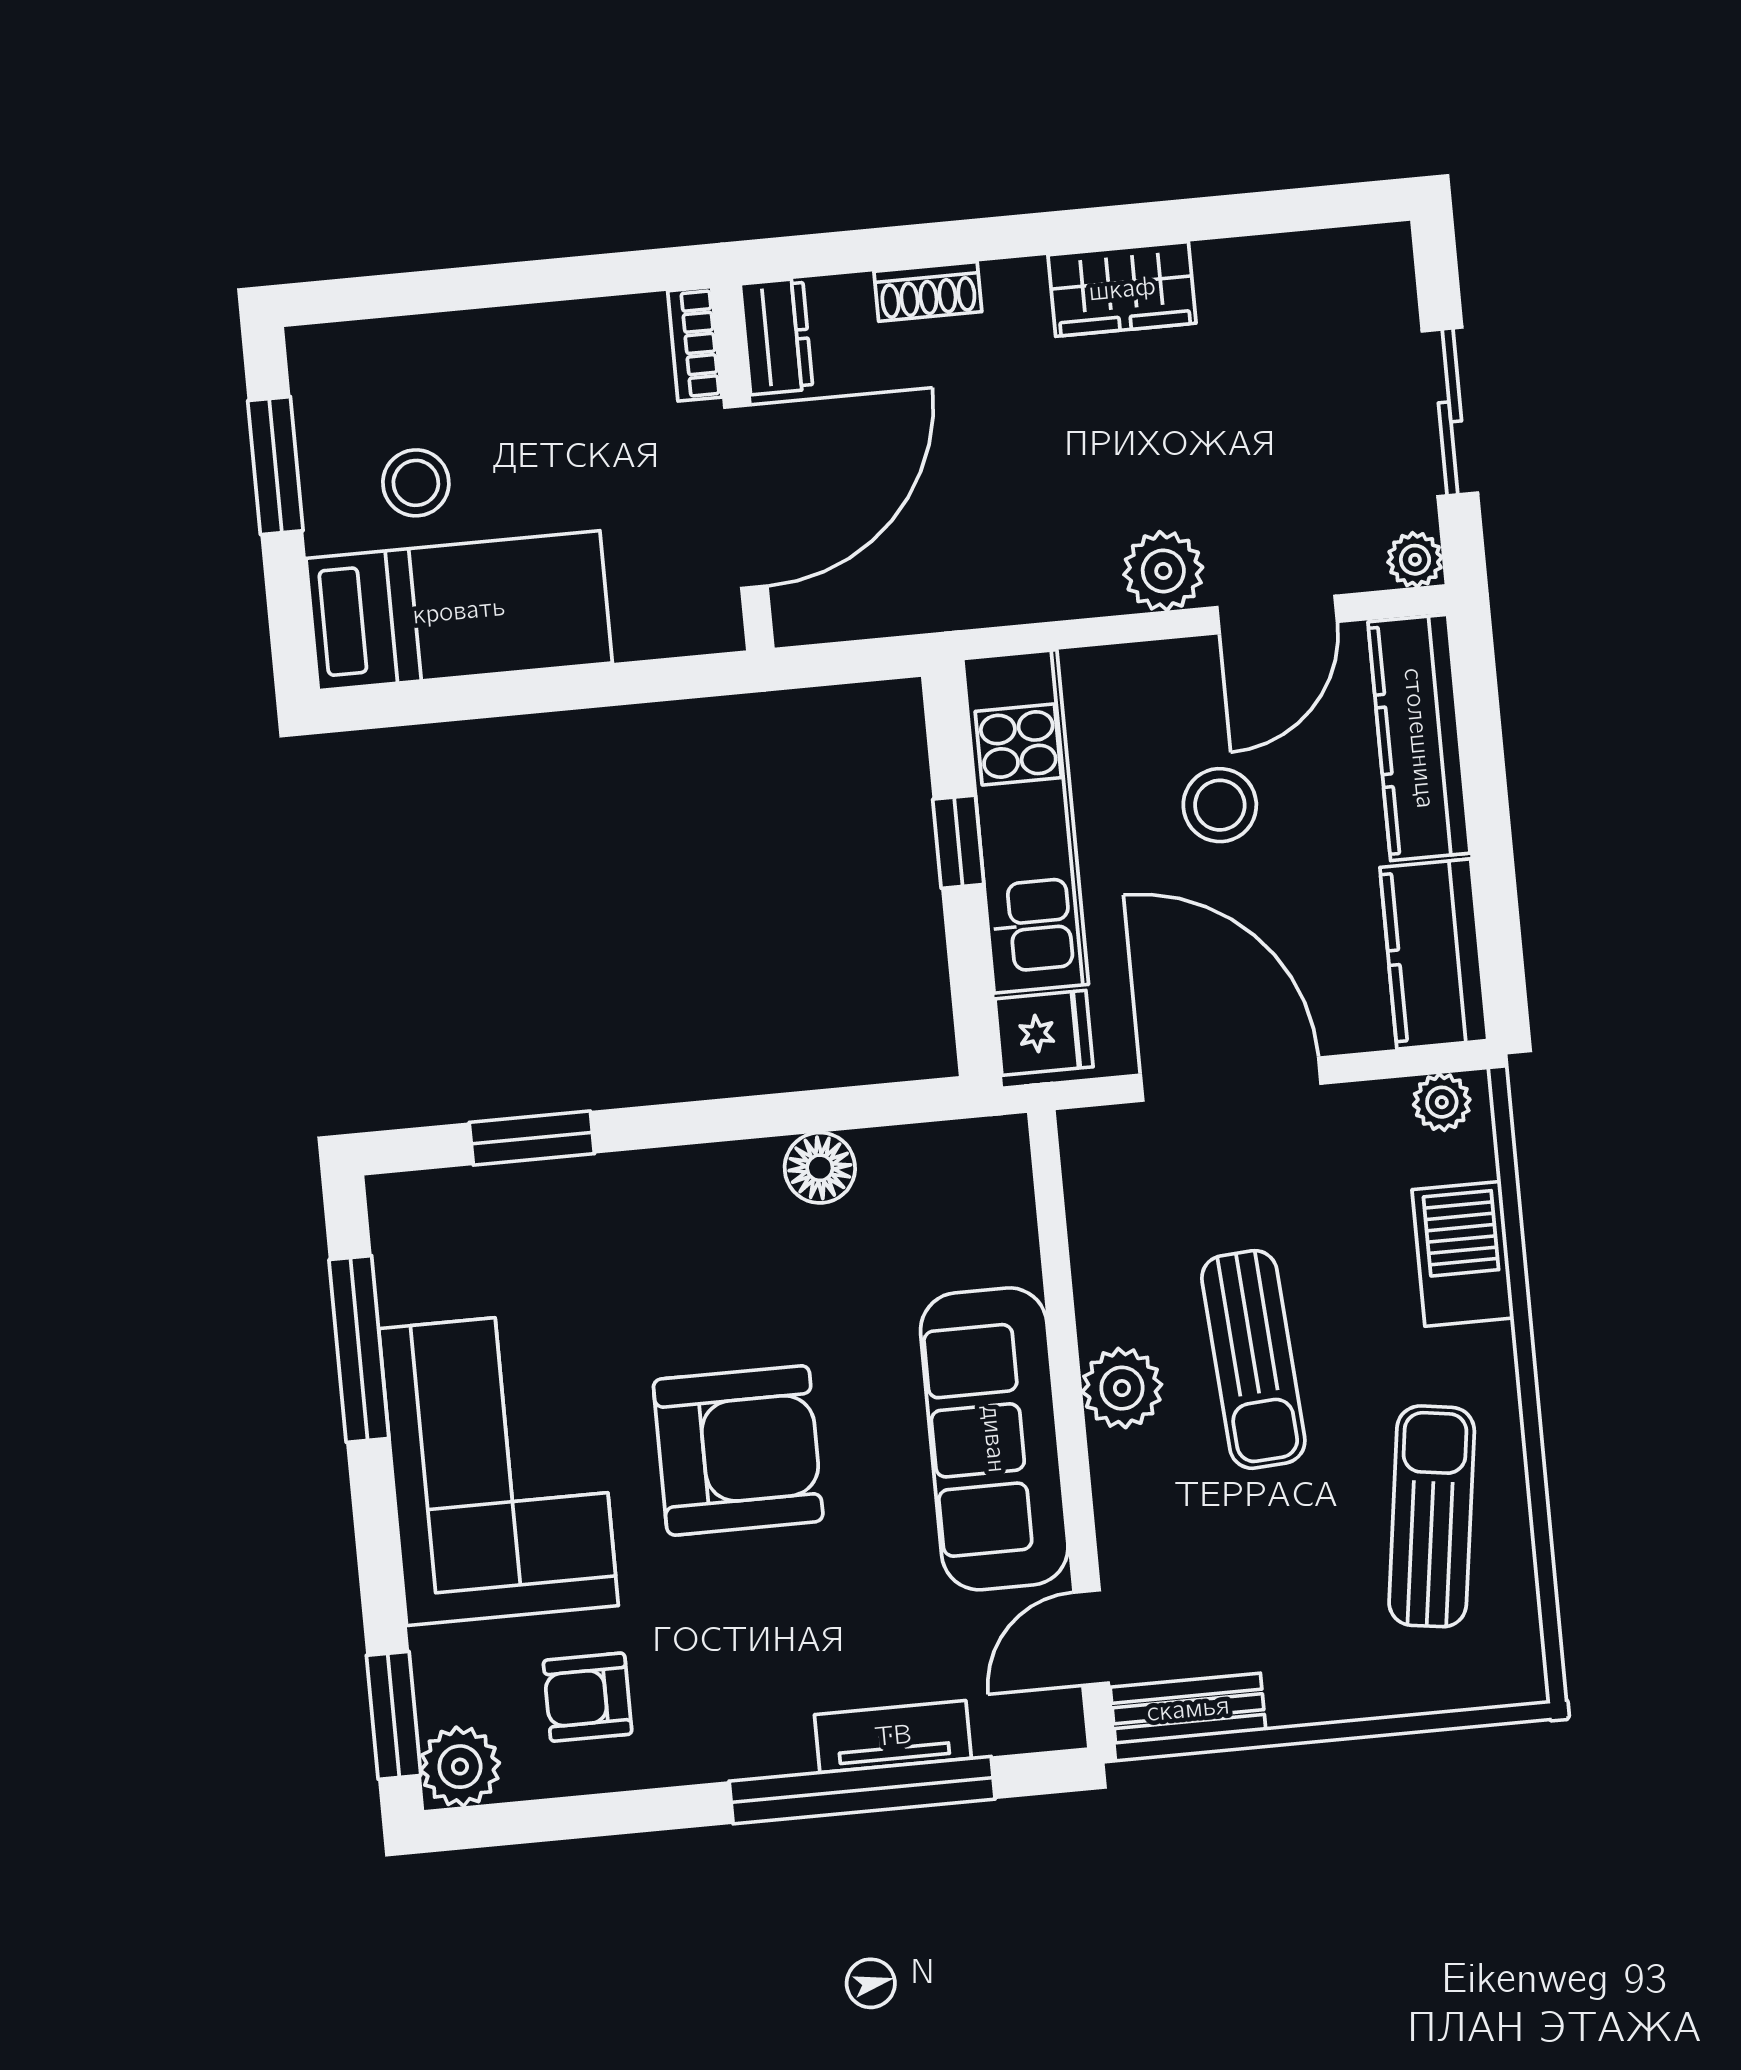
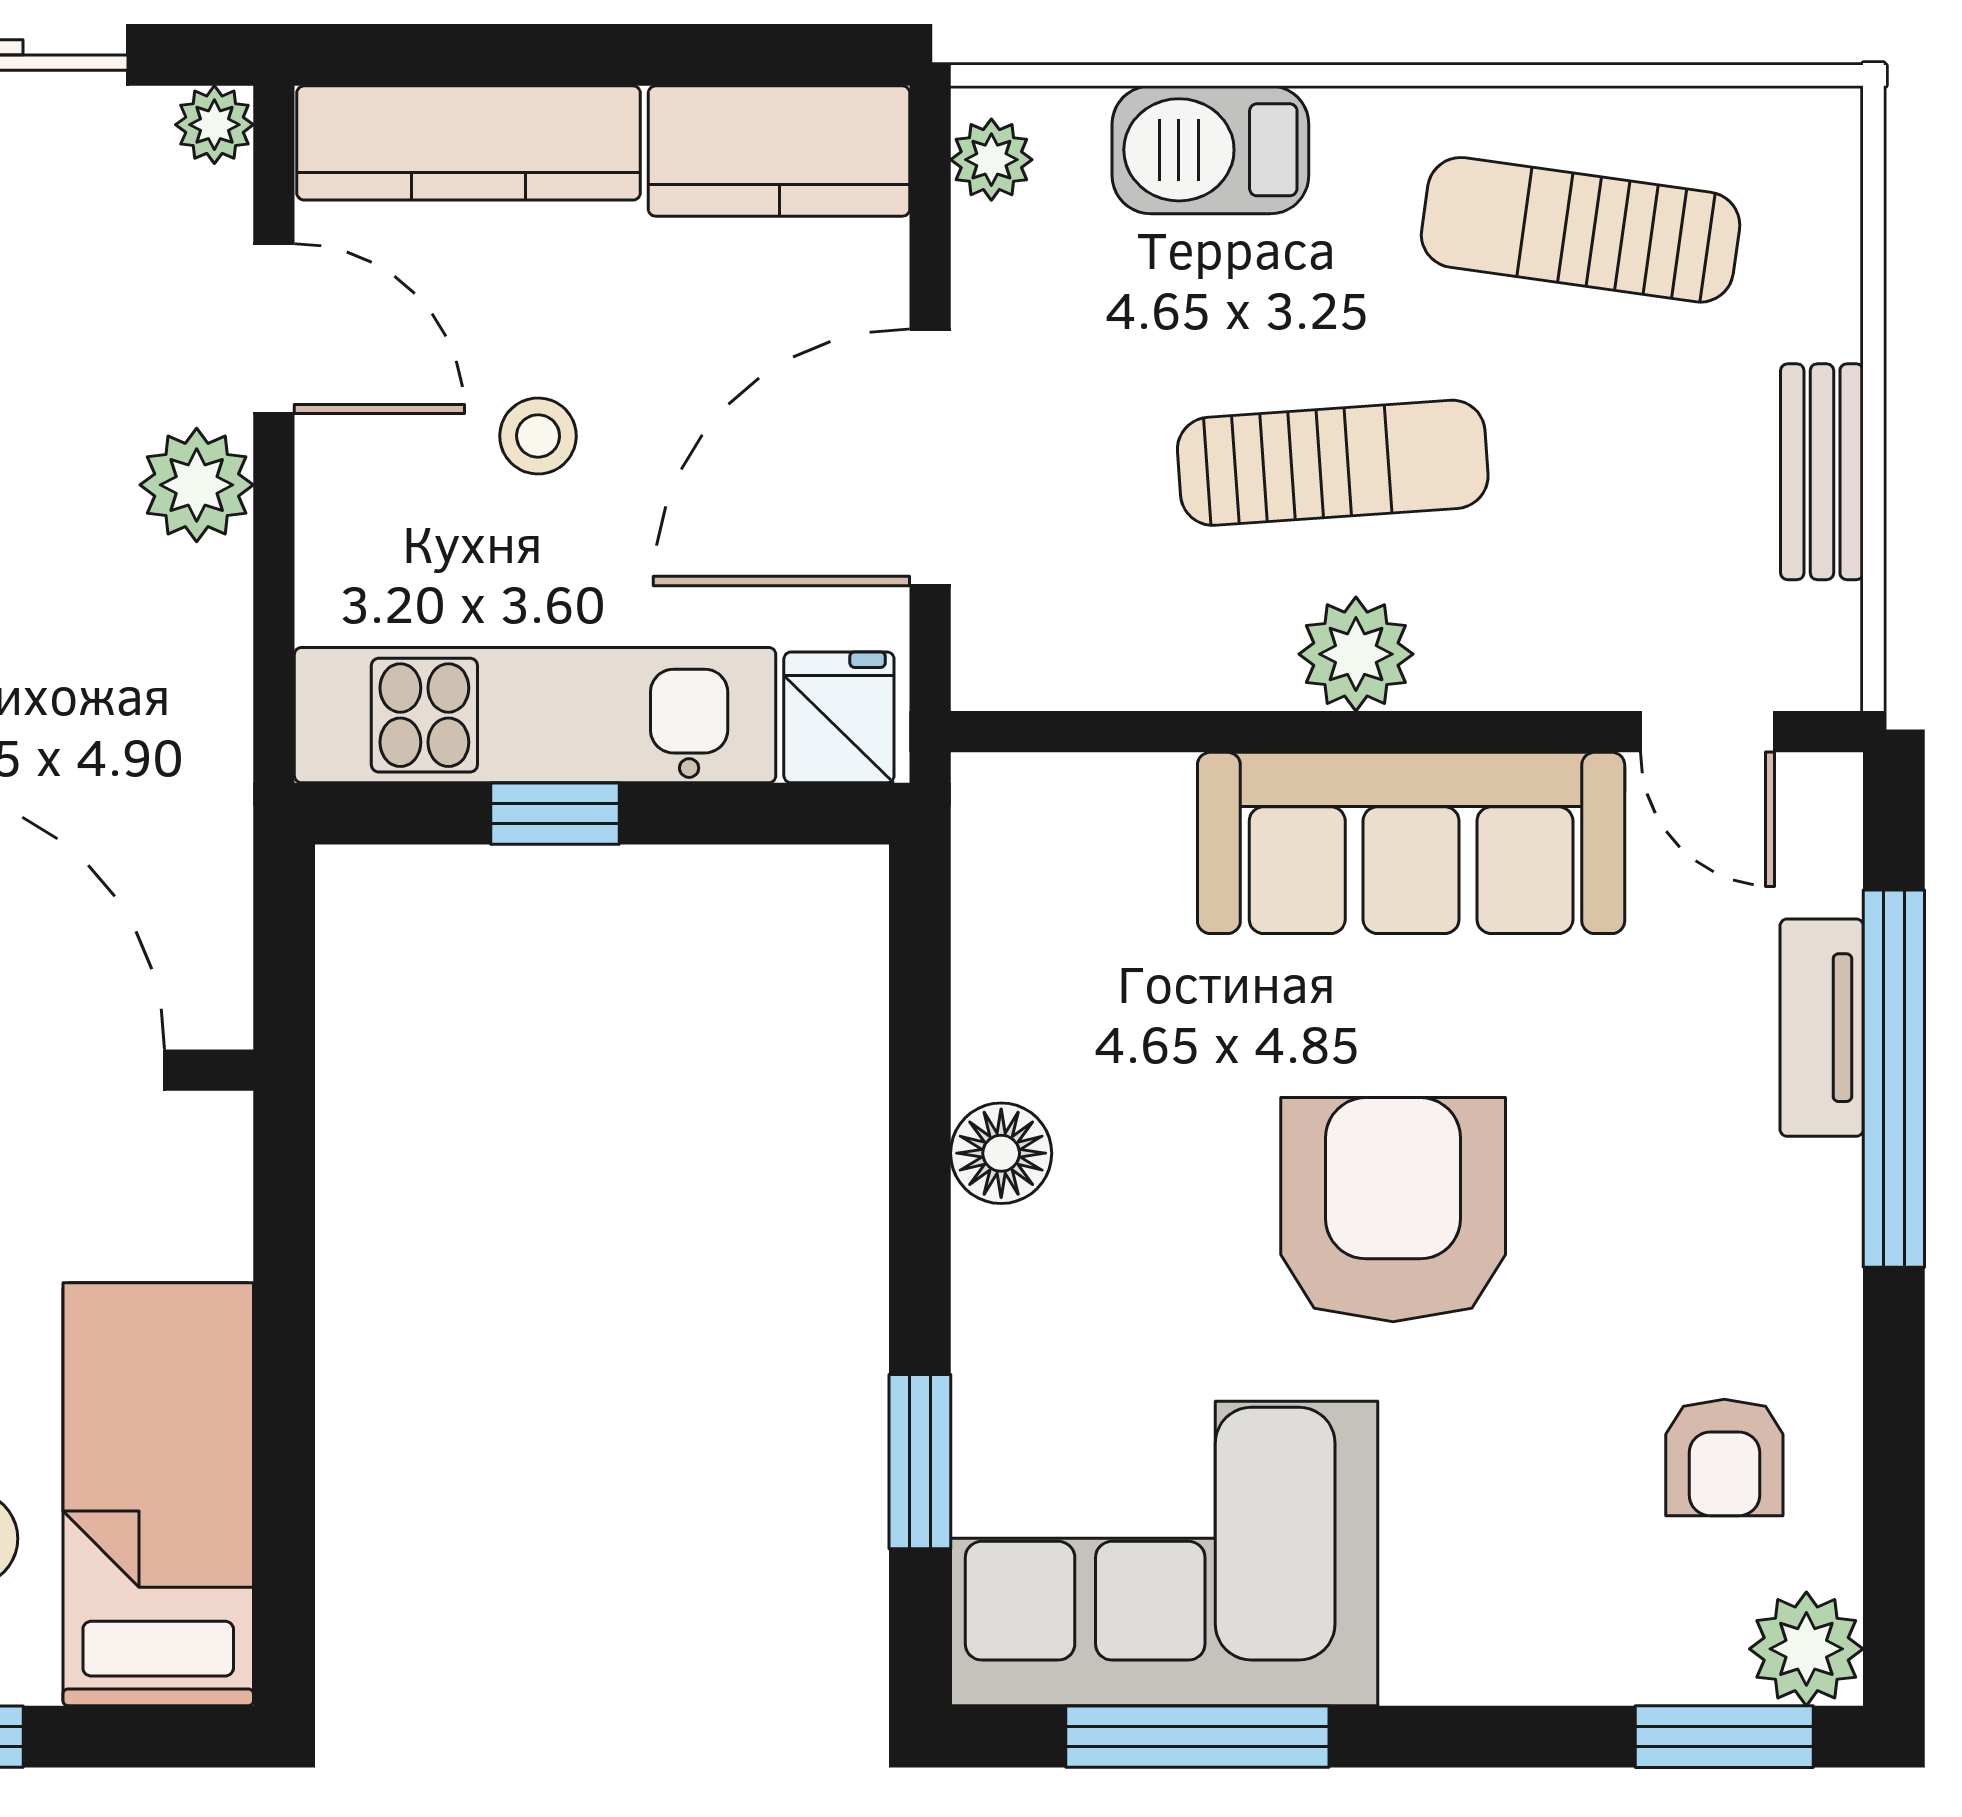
stool: (1220, 805) -> (538, 436), width x0.73, depth x0.73
floor lamp: (820, 1168) -> (1001, 1153), moved
corner sofa: (499, 1467) -> (1164, 1553), moved
bench: (1188, 1709) -> (1822, 472), moved

